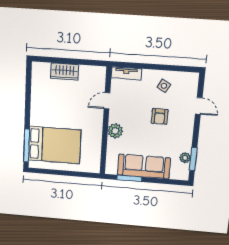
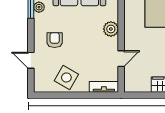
side table: (164, 86) -> (66, 77), width x1.87, depth x1.87
armchair: (160, 116) -> (55, 40), moved

